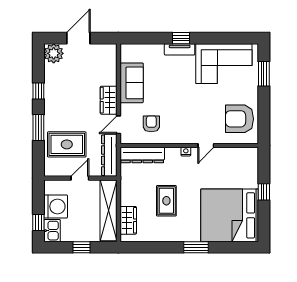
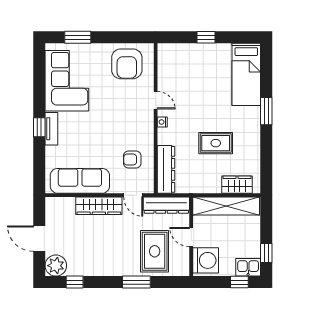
sofa: (132, 83) -> (80, 181), width x1.36
window: (38, 91) -> (75, 282), moved
wardrobe: (109, 100) -> (99, 206), width x1.50
washing machine: (56, 206) -> (206, 260), moved, turned 90
bed: (230, 215) -> (246, 74), width x0.49
window: (81, 247) -> (266, 253), moved

